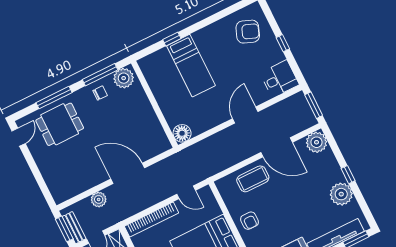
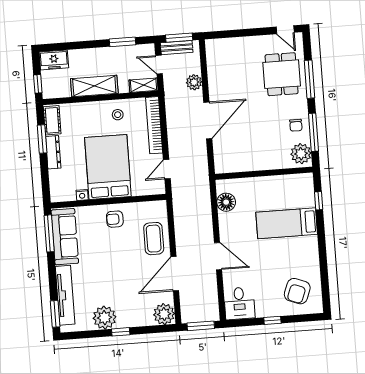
window: (172, 39) -> (319, 201), moved
floor lamp: (182, 133) -> (226, 202), moved

